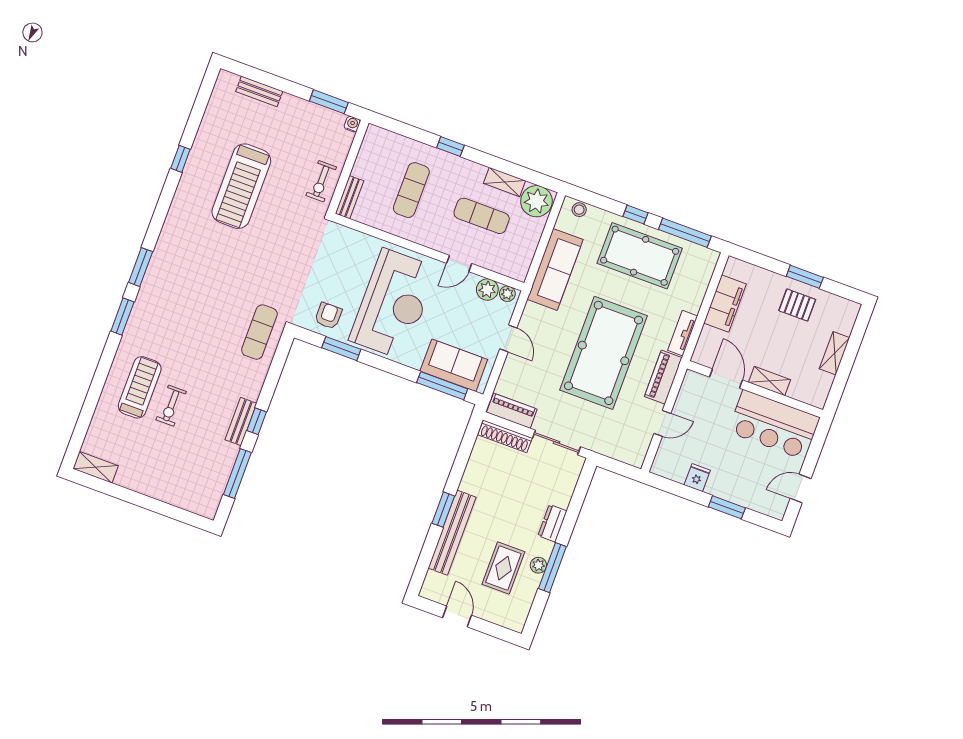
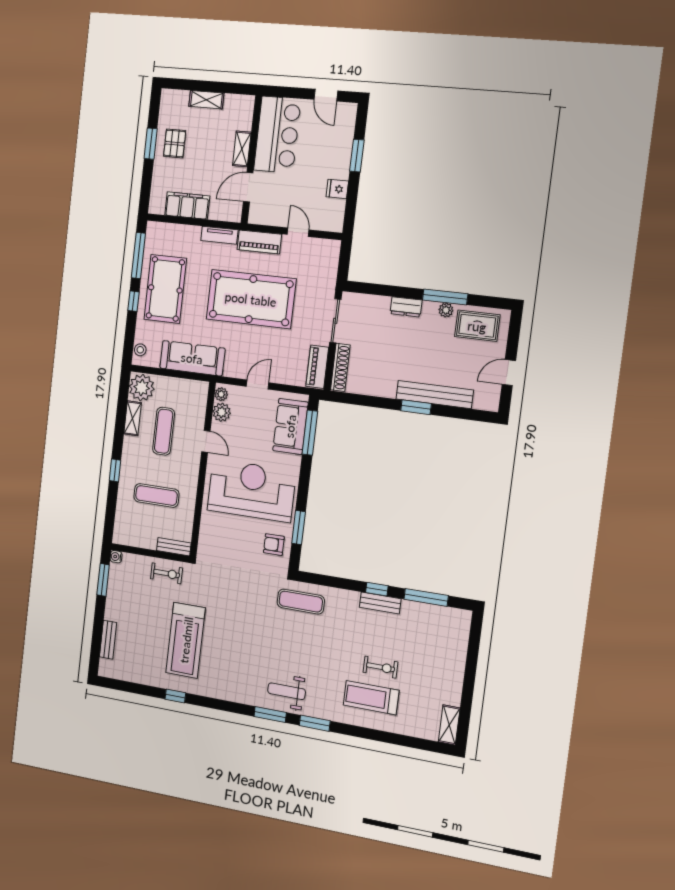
treadmill: (241, 186) -> (186, 640), turned 90
weight bench: (163, 292) -> (287, 691), added
rug: (503, 568) -> (477, 326), moved

